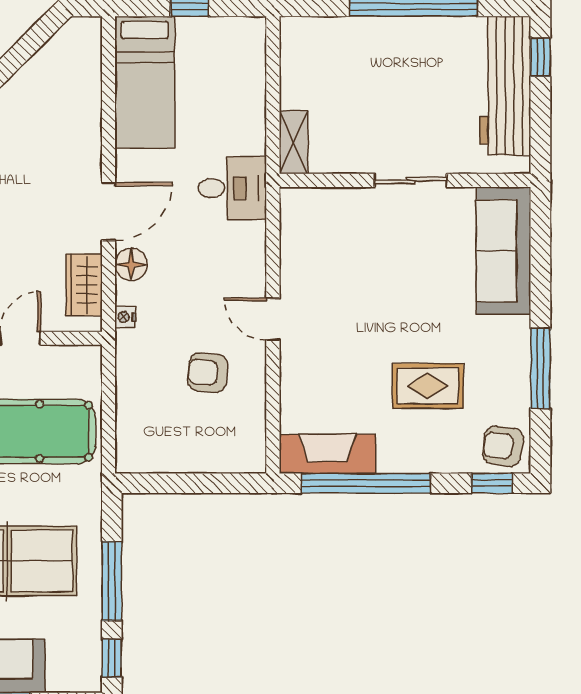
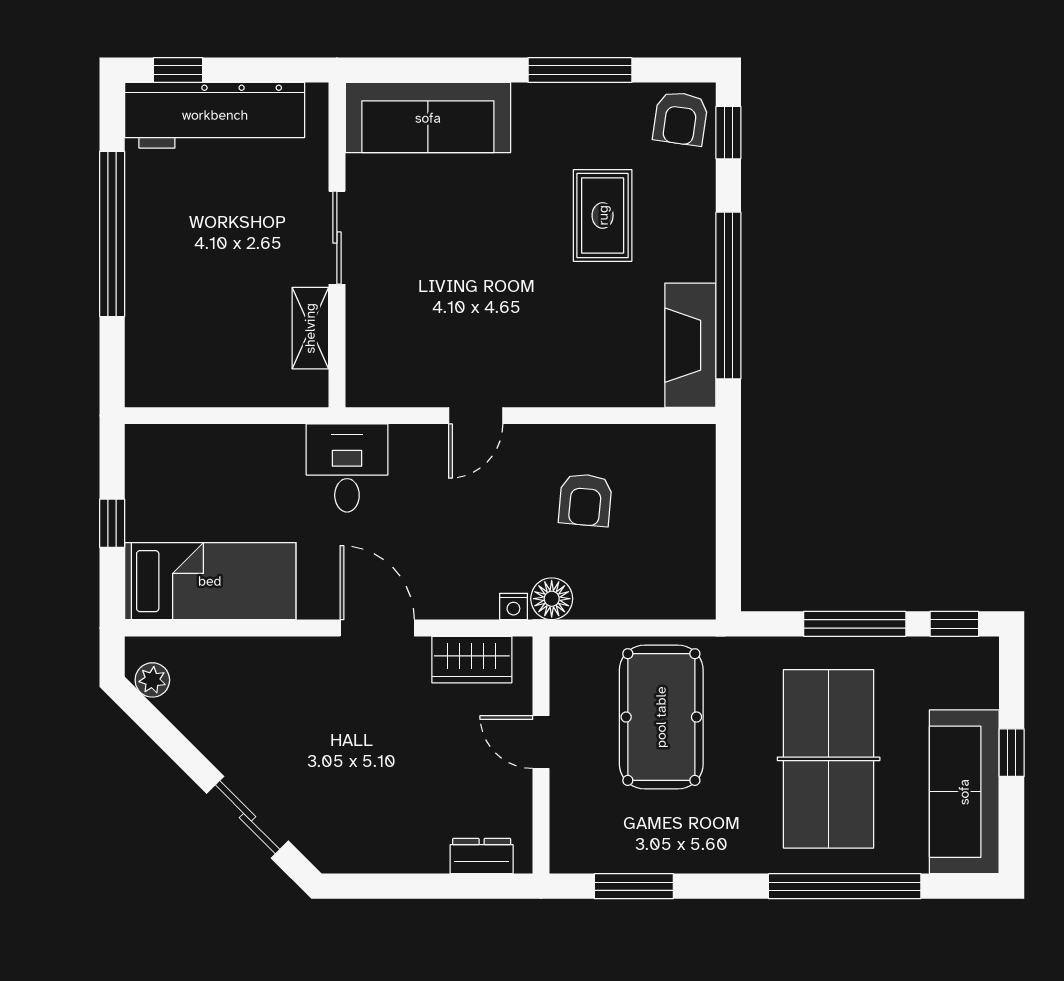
plant: (68, 38) -> (152, 680), added
shelving: (293, 142) -> (310, 328), moved, turned 90
floor lamp: (131, 264) -> (552, 599), moved
door: (273, 319) -> (476, 416), moved

